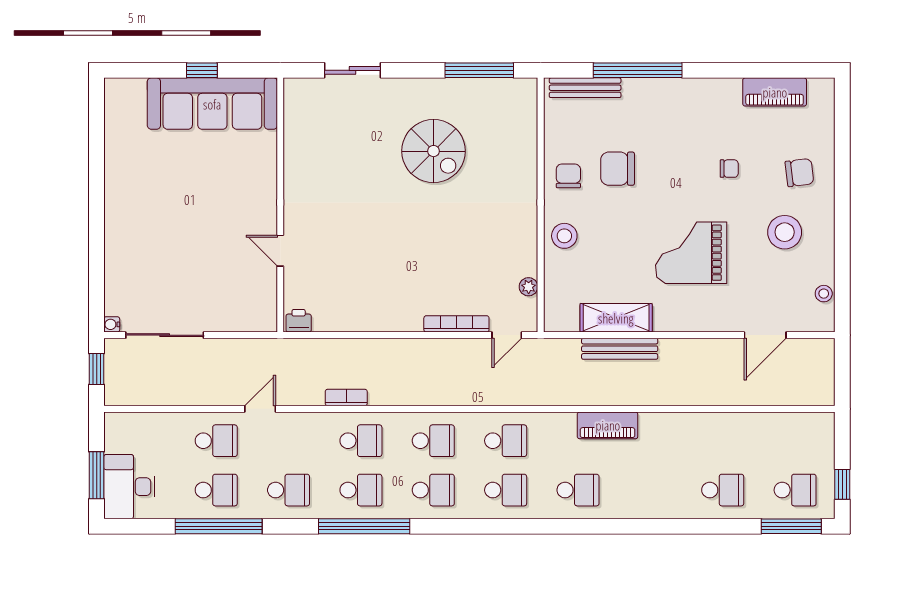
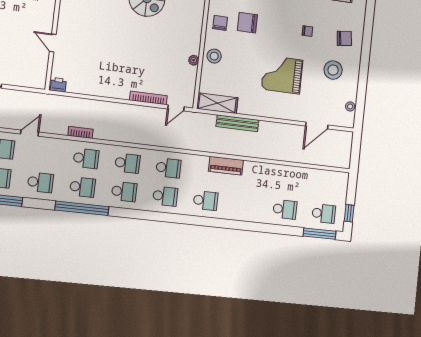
plant: (529, 287) -> (194, 60), moved
shelving: (616, 318) -> (217, 103), moved

